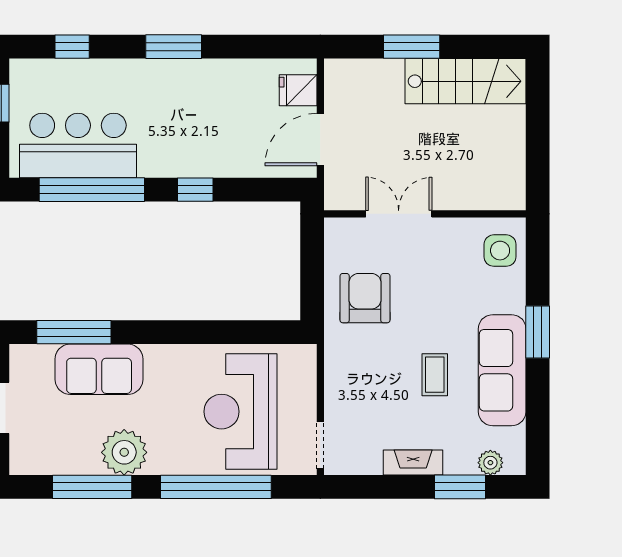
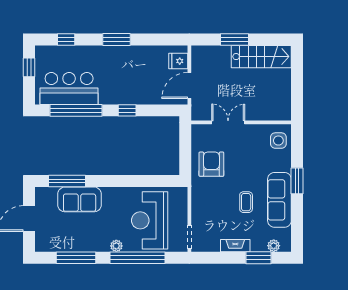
plant: (124, 452) -> (116, 246), moved, width x0.53, depth x0.53

